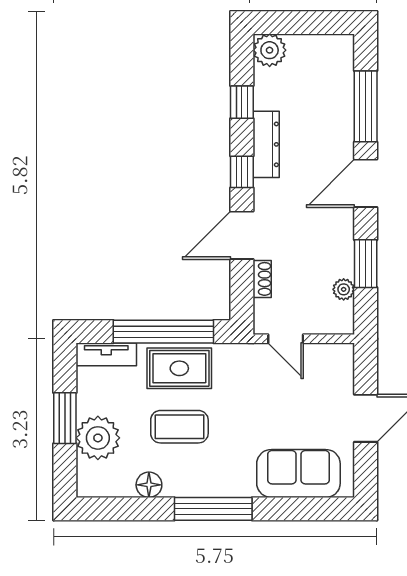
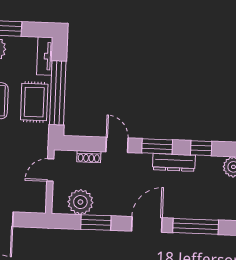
window: (242, 172) -> (157, 146), width x1.50
door: (366, 183) -> (147, 224), hinge flipped
door: (242, 235) -> (117, 145), width x0.73
plant: (344, 289) -> (80, 202), width x1.88, depth x1.88

